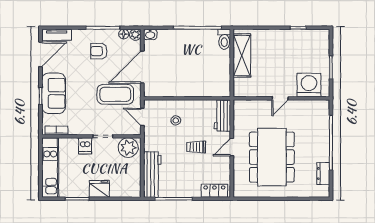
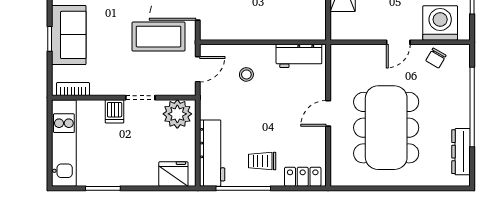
chair: (306, 109) -> (436, 58), added
workbench: (222, 116) -> (299, 56), moved, turned -90
door: (142, 117) -> (198, 69), swing flipped
trolley: (196, 147) -> (262, 161), moved
dresser: (323, 174) -> (461, 152), width x1.44
fridge: (99, 189) -> (173, 174), moved

